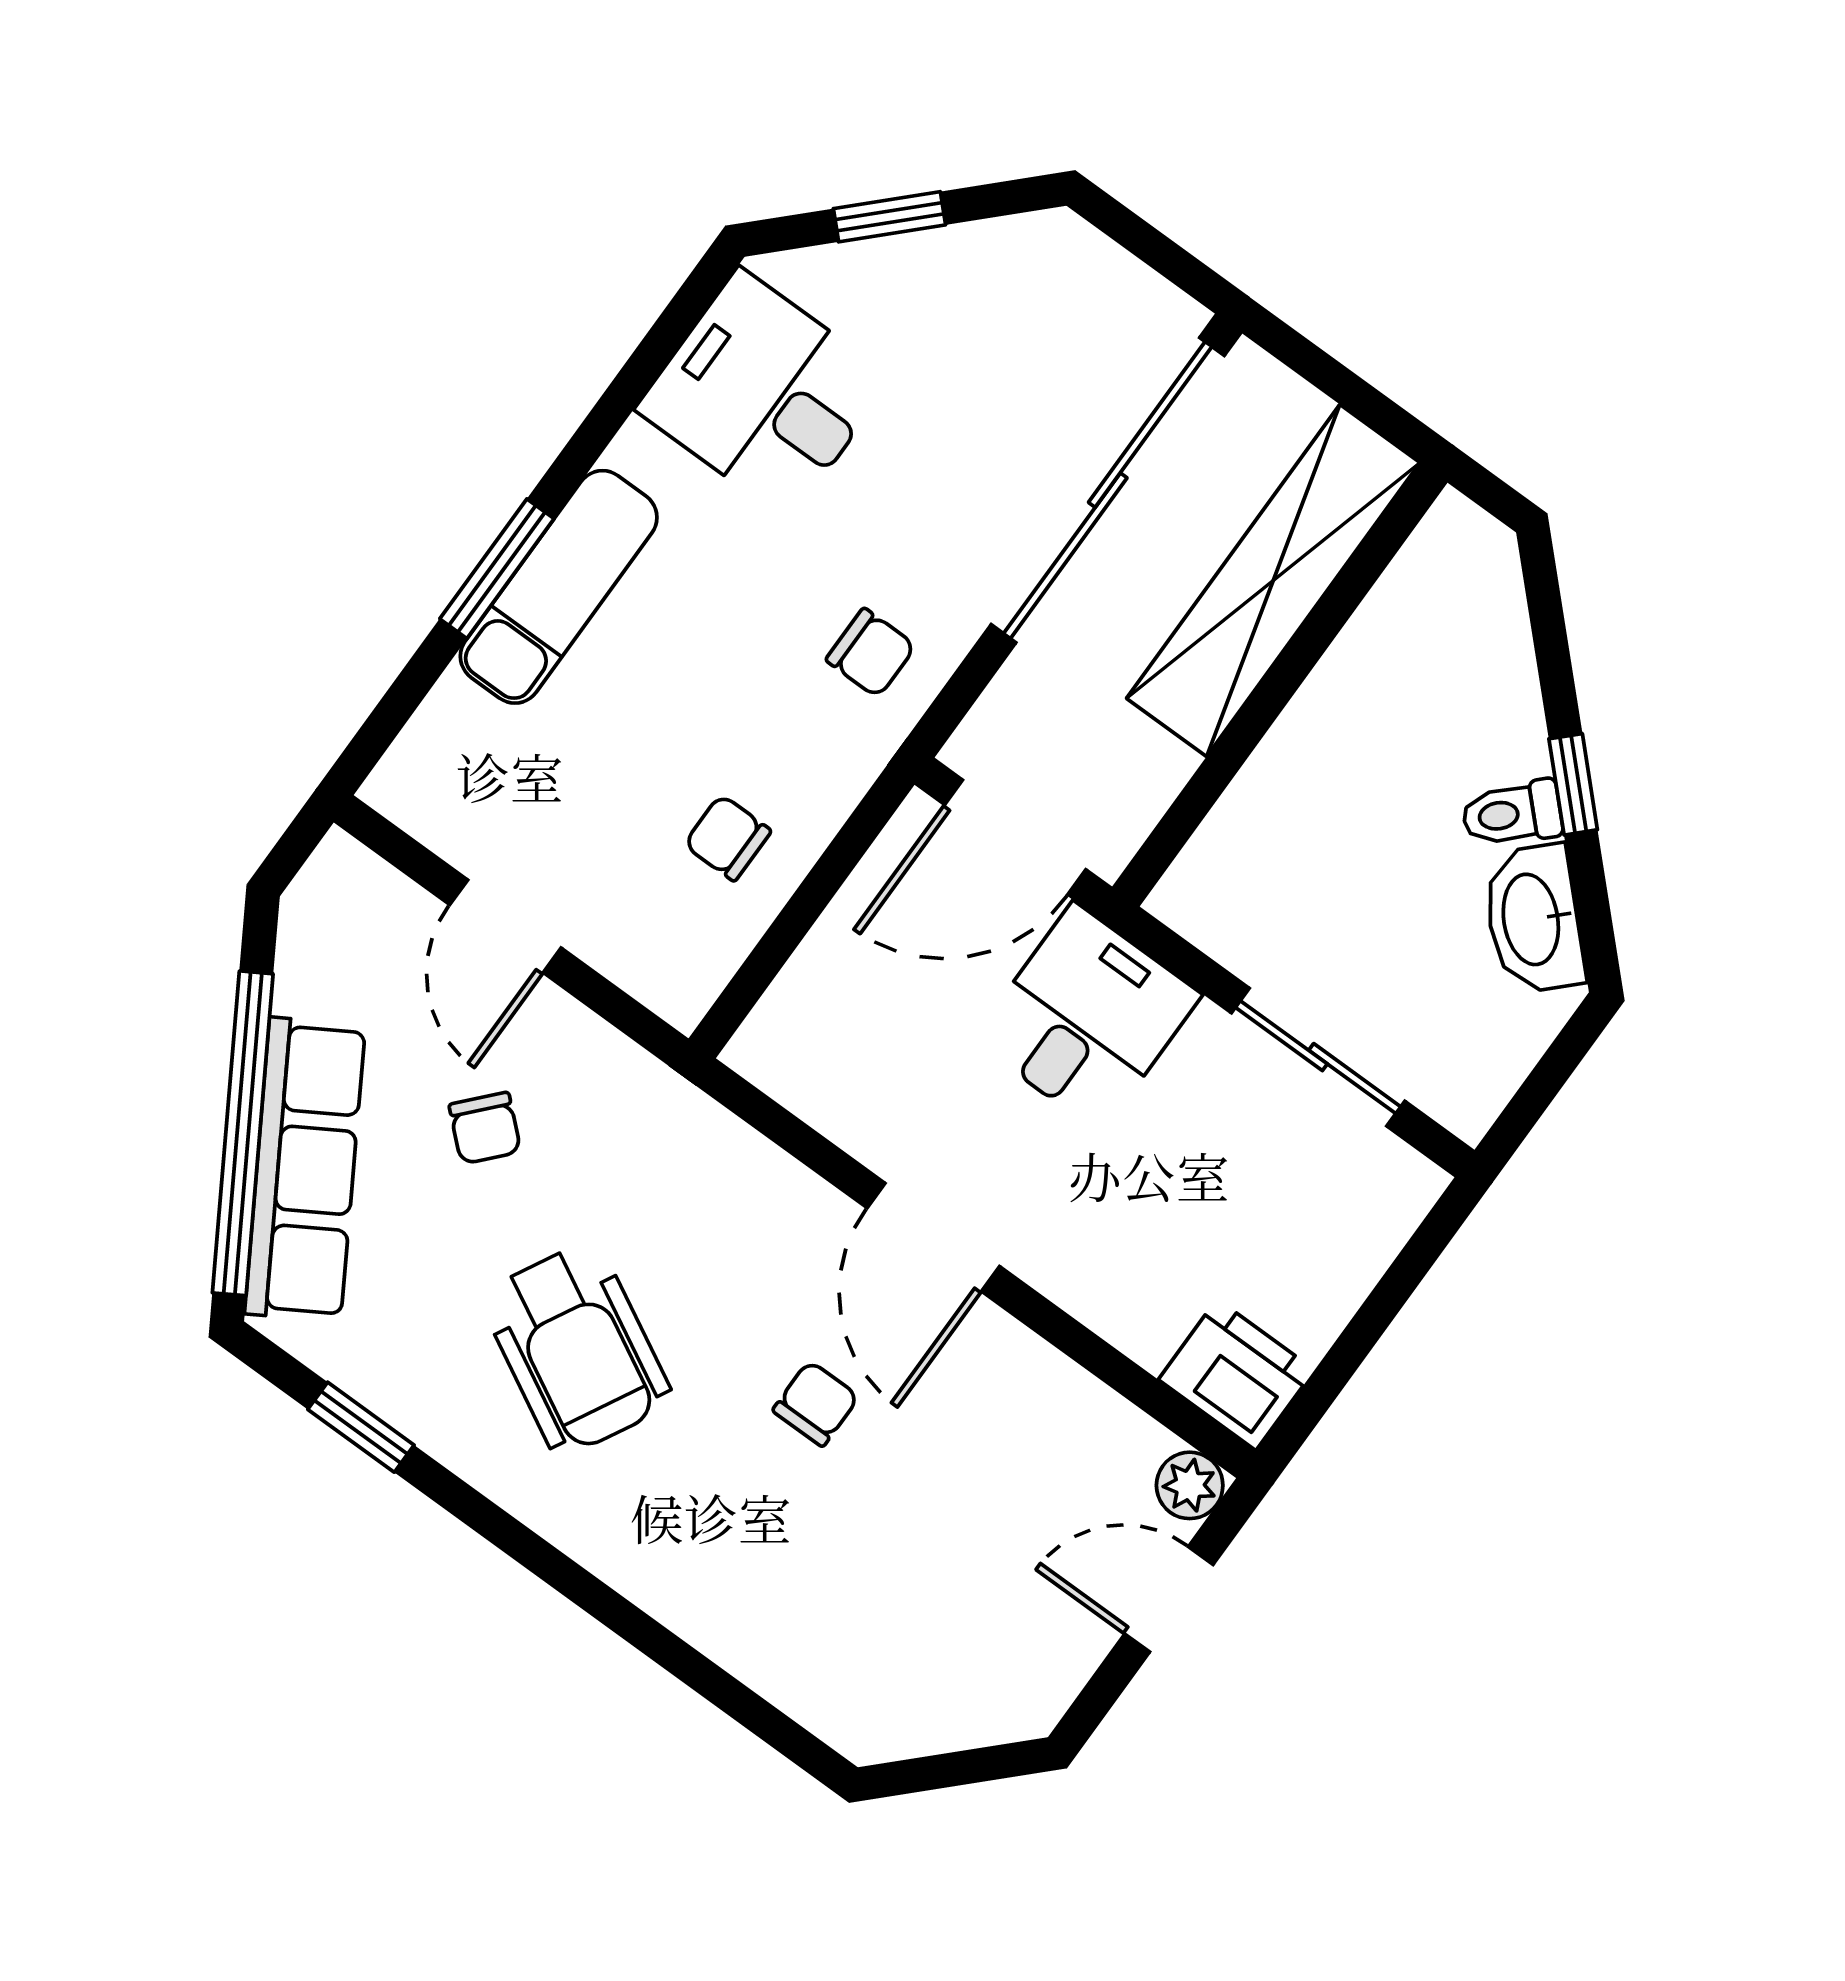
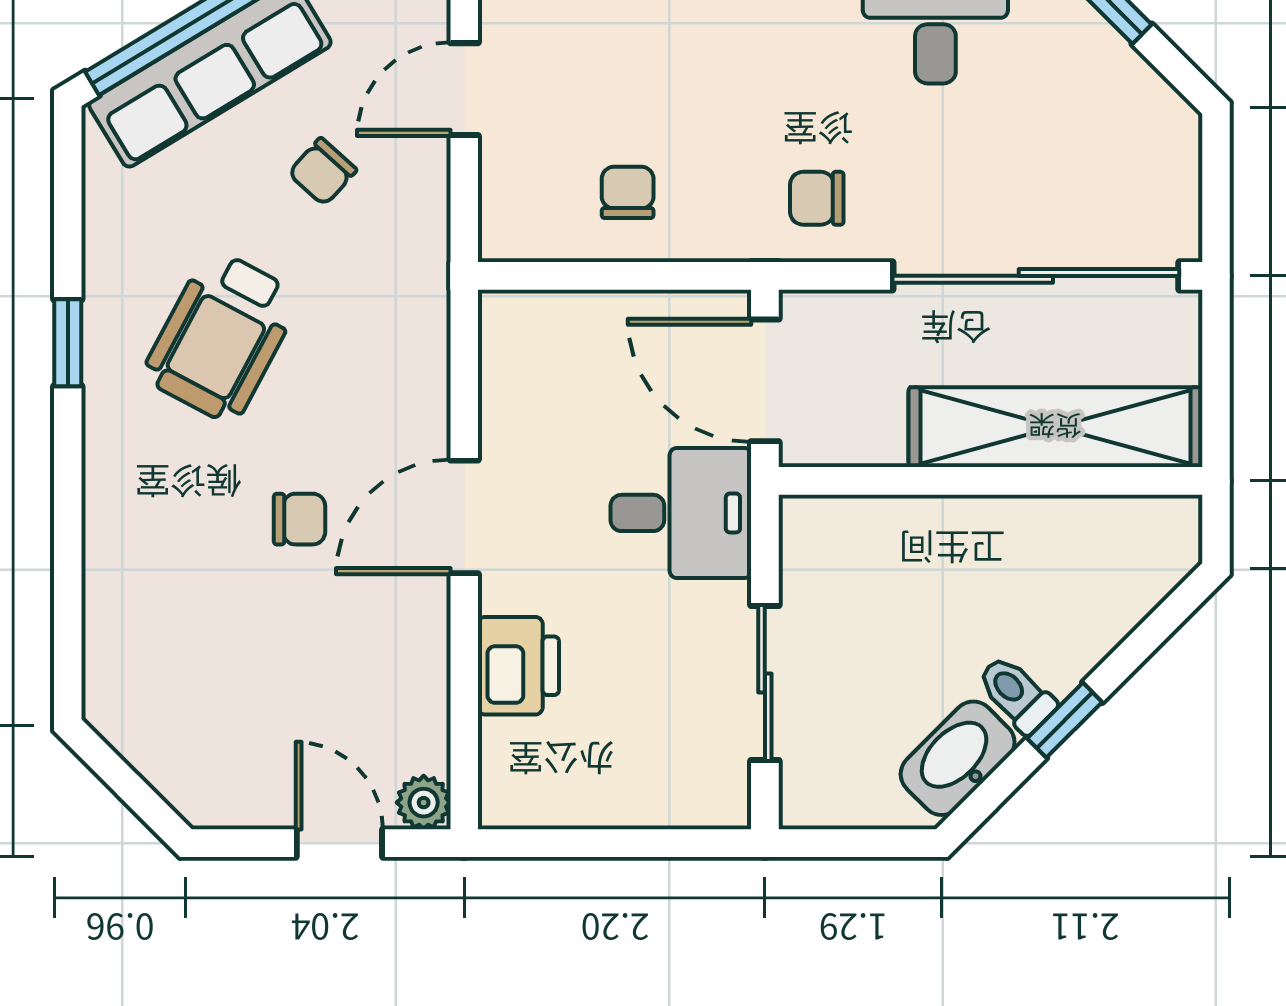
chair: (871, 653) -> (817, 198), turned 90
printer: (1236, 1375) -> (518, 666), moved
window: (361, 1427) -> (68, 343), moved

